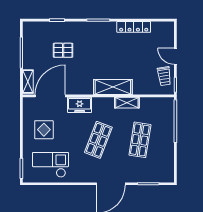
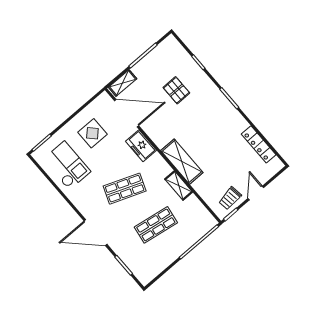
locker: (134, 27) -> (259, 144), moved

